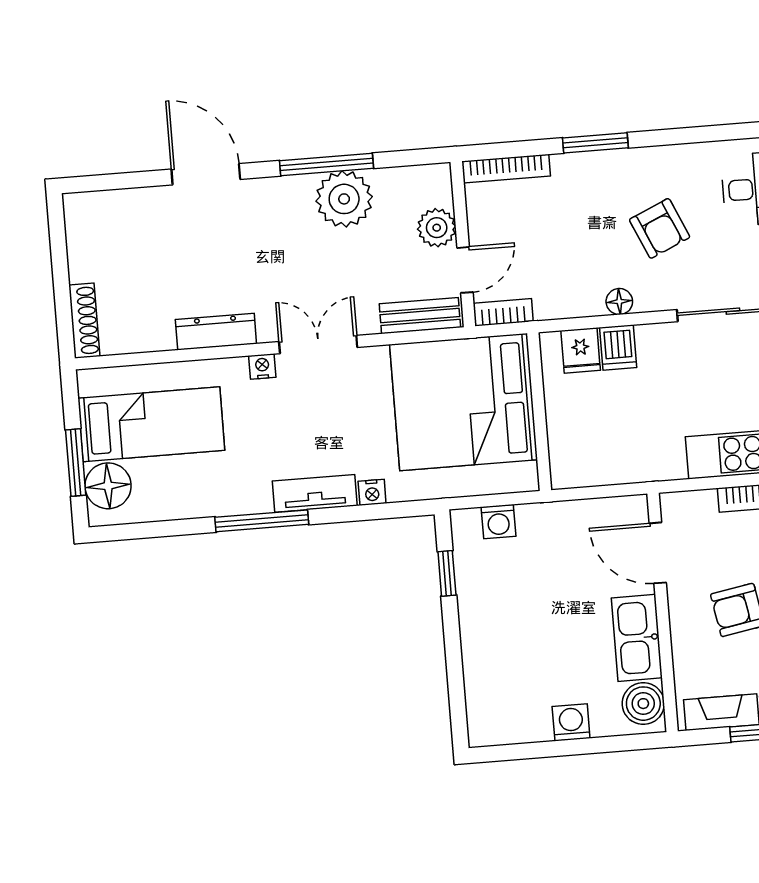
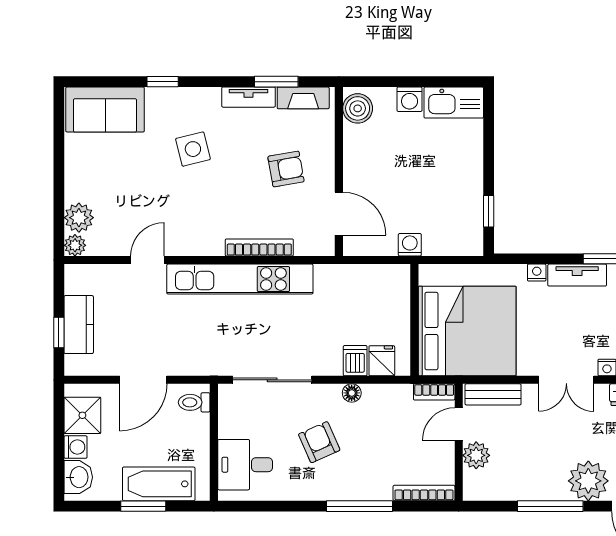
window: (595, 143) -> (360, 506), width x1.44
plant: (344, 199) -> (588, 481), moved
washing machine: (499, 522) -> (410, 245), moved
kitchen sink: (637, 638) -> (454, 103), moved, turned 90

